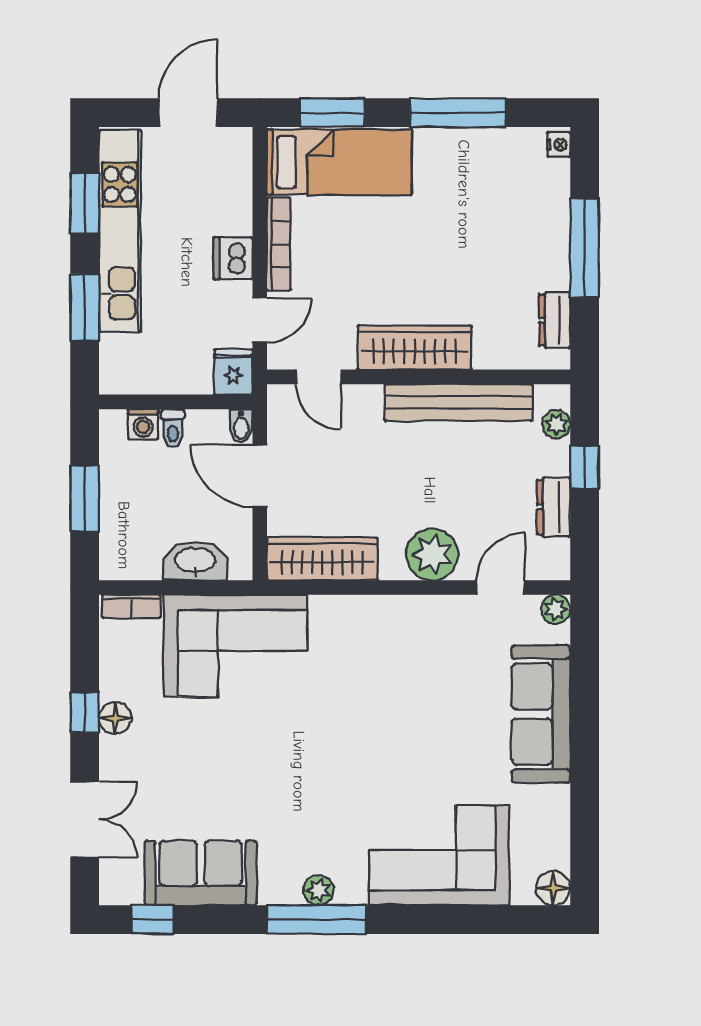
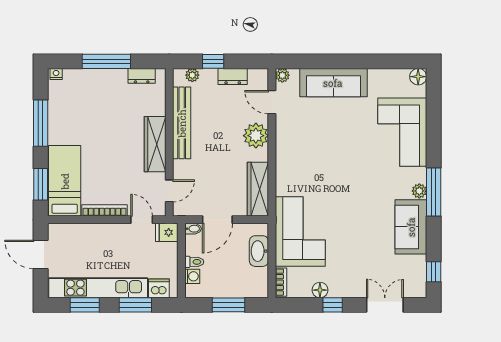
dishwasher: (233, 258) -> (159, 288), moved, turned 180
floor lamp: (115, 718) -> (320, 290), moved
sofa: (201, 873) -> (411, 227), moved

